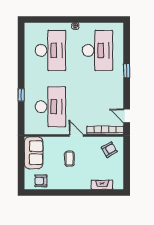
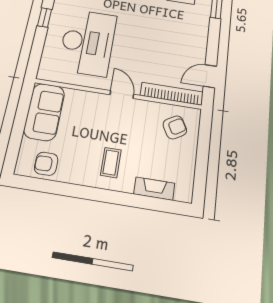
door: (127, 116) -> (210, 76), hinge flipped
coffee table: (70, 159) -> (111, 163), moved

